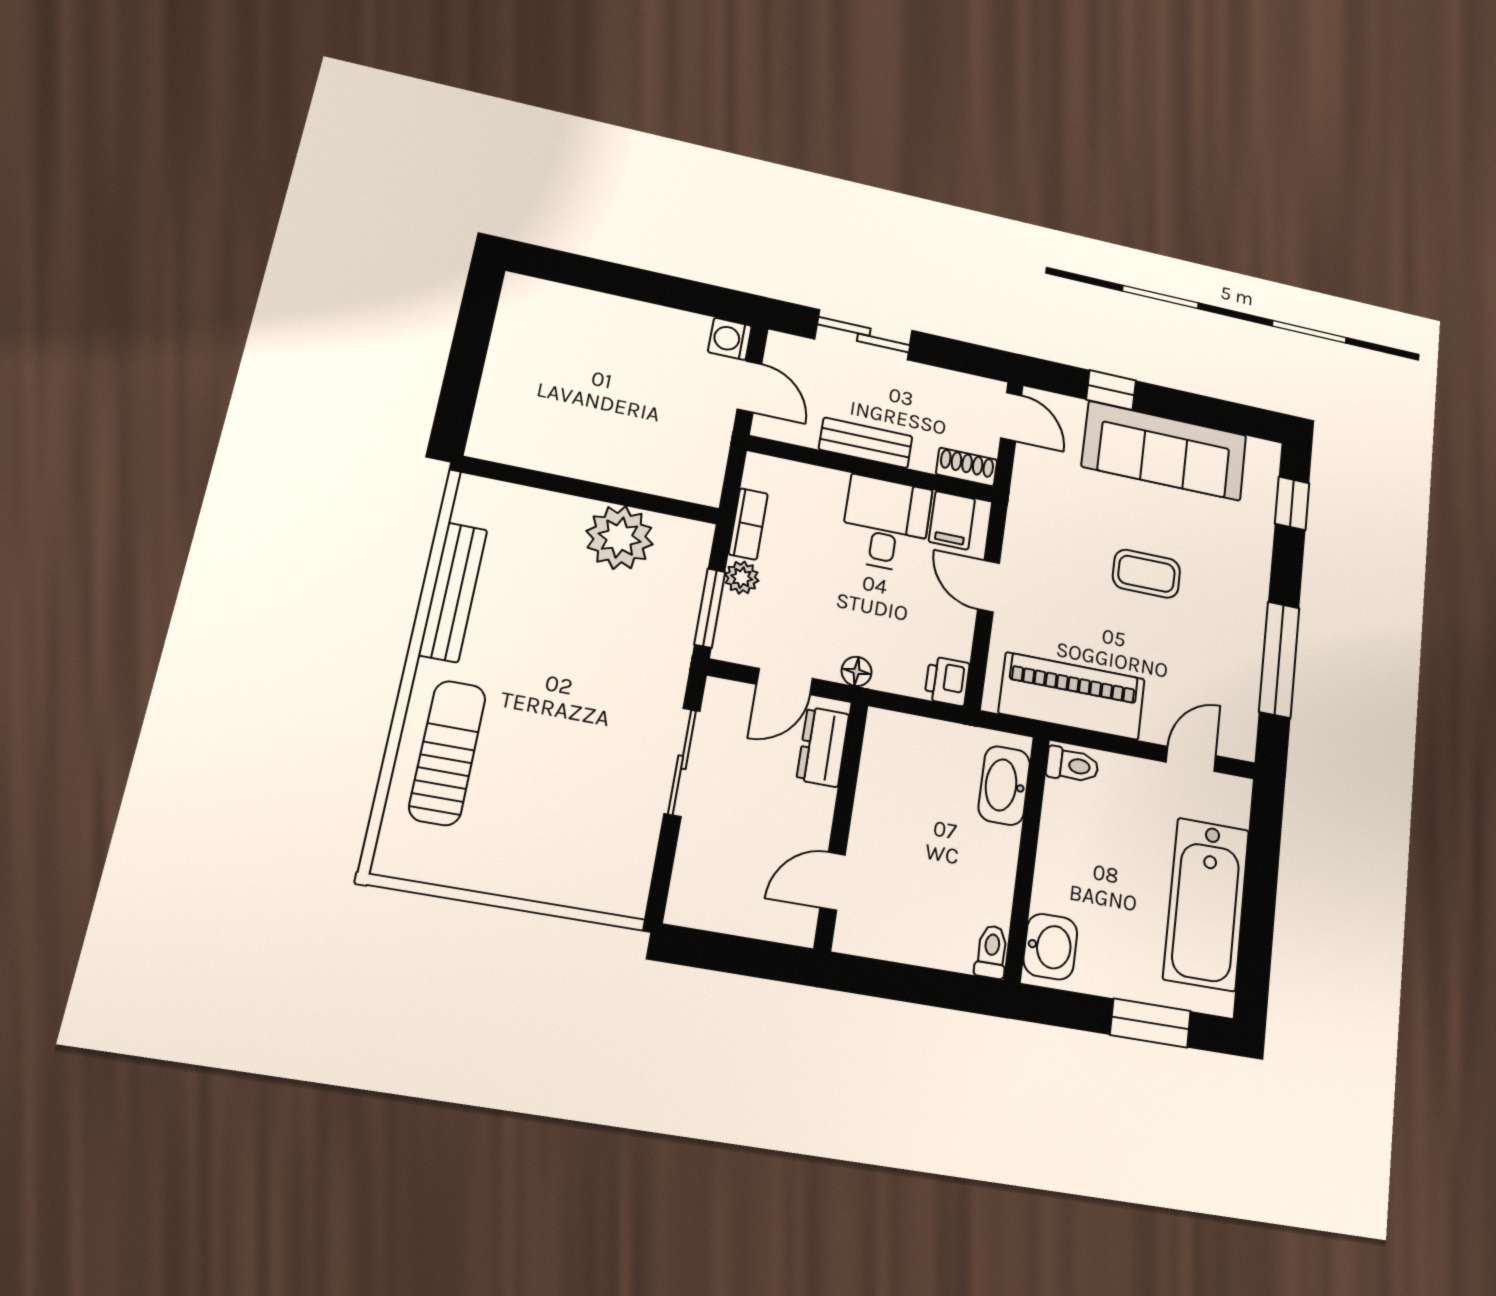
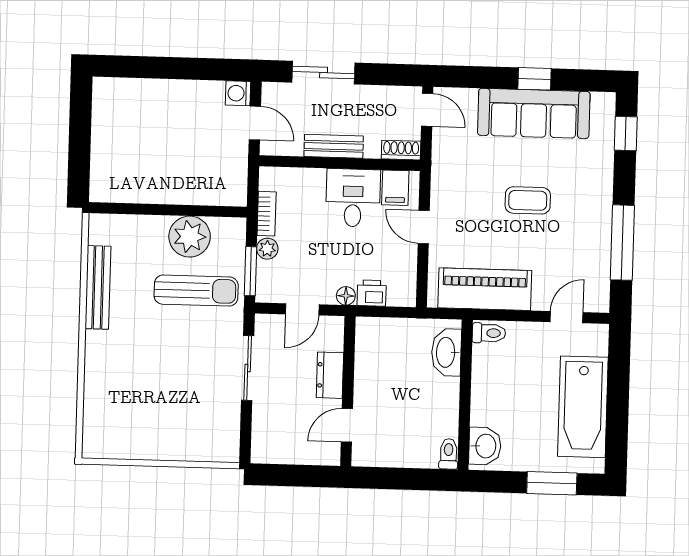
window: (1111, 390) -> (535, 79), moved
printer: (947, 681) -> (372, 293), moved, turned 90
dresser: (823, 747) -> (330, 375), moved
sun lounger: (447, 753) -> (196, 291), moved, turned 90

